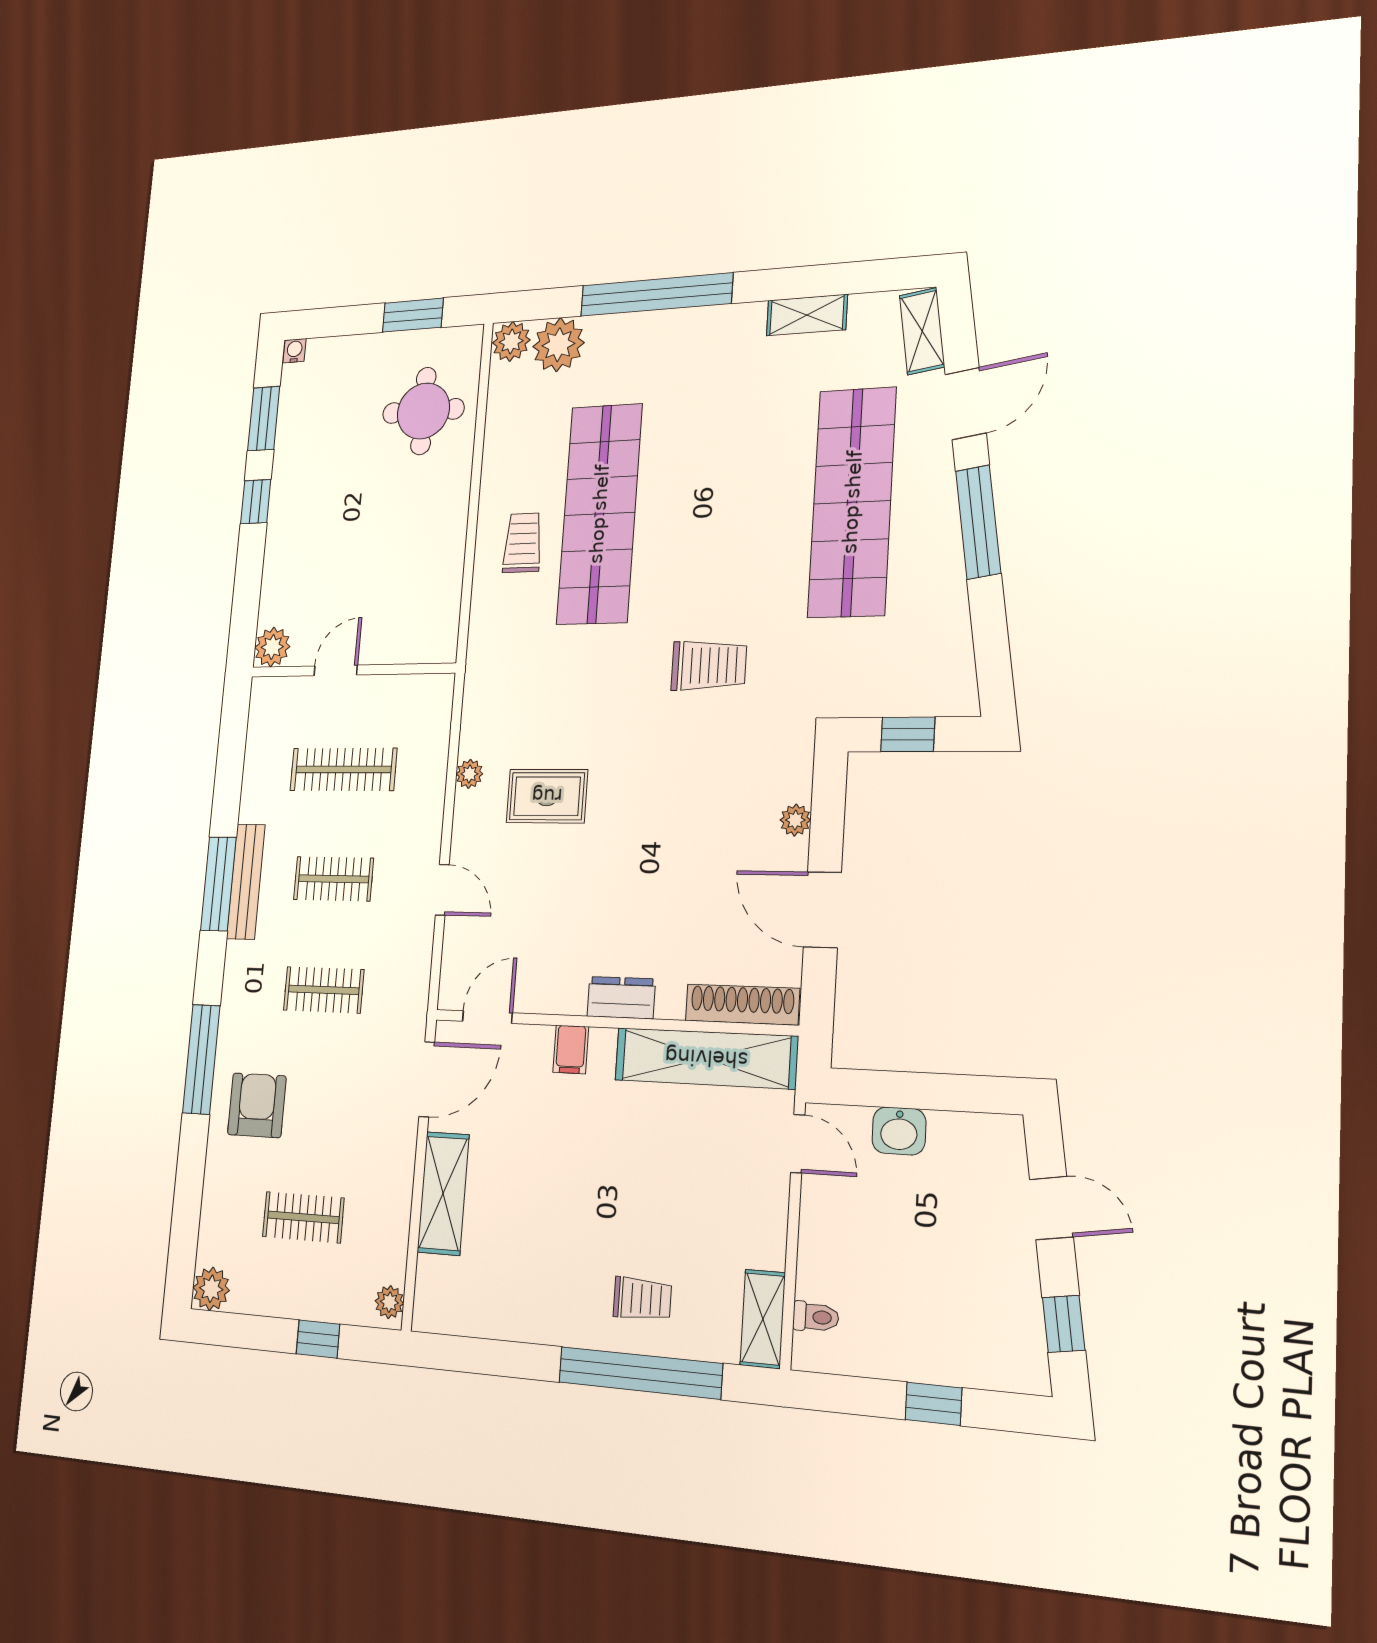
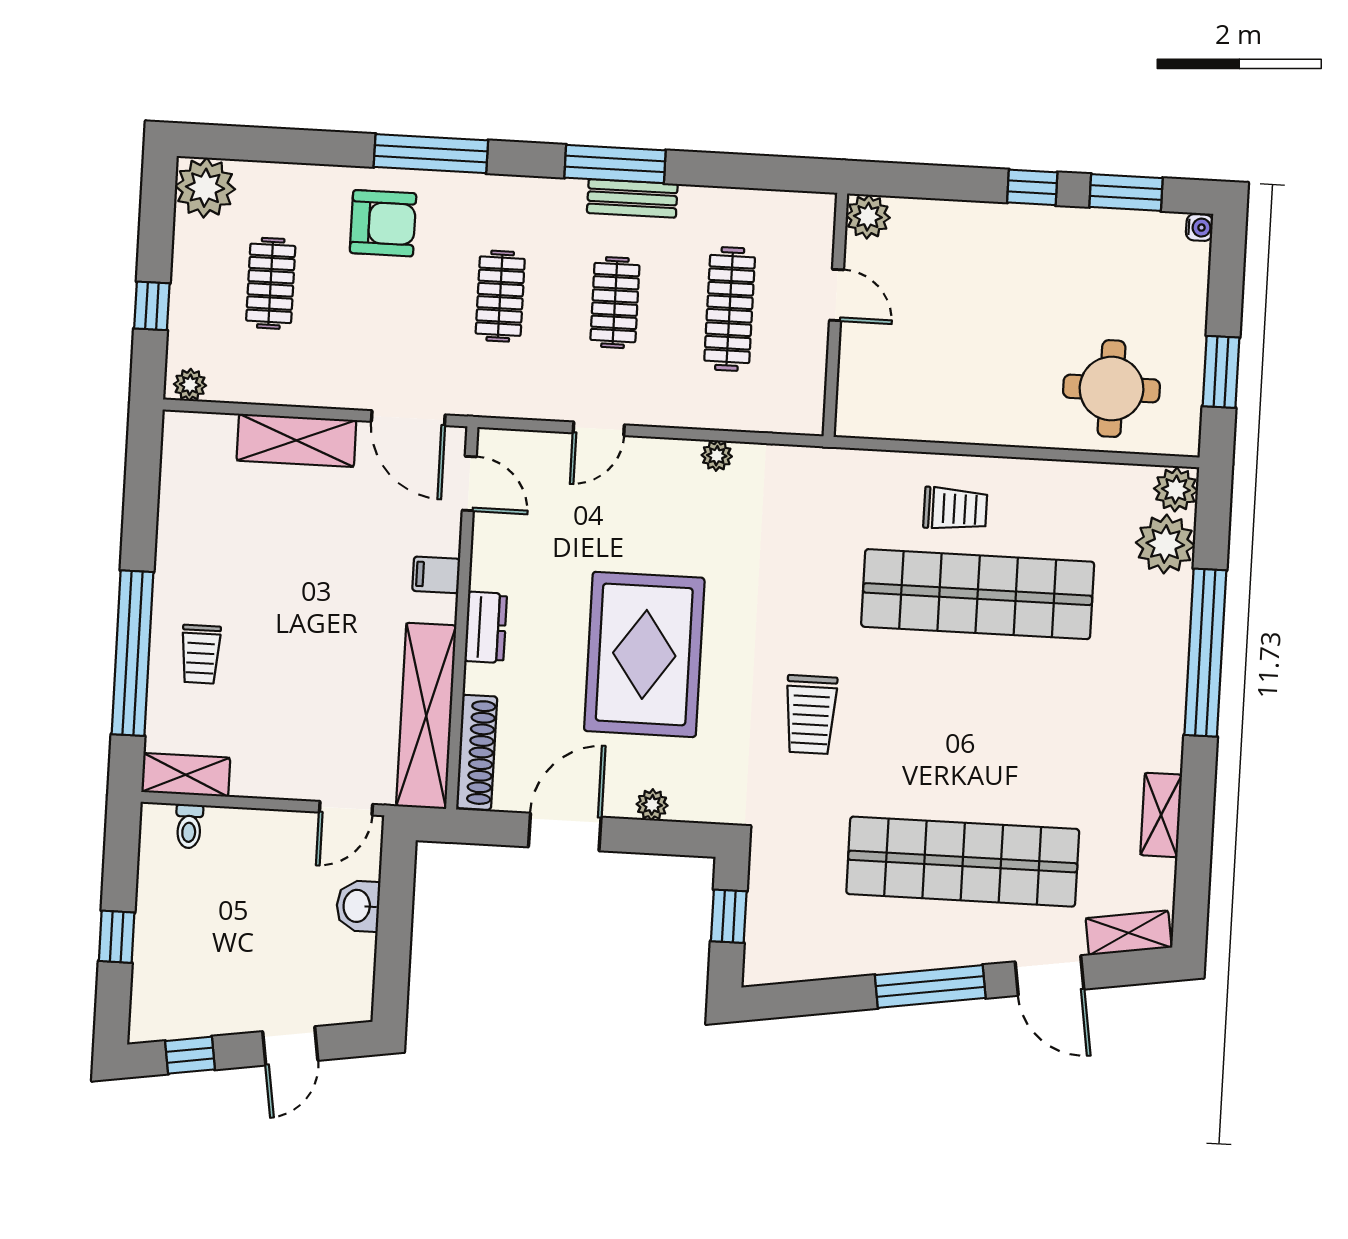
rug: (547, 796) -> (644, 654), moved, width x1.86, depth x2.06
bench: (246, 882) -> (632, 198), width x0.73
plant: (211, 1289) -> (205, 188), width x1.36, depth x1.36

